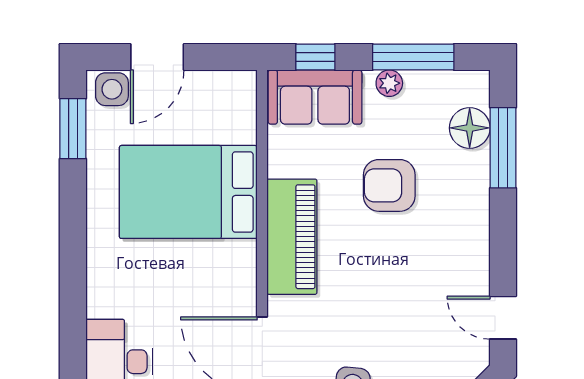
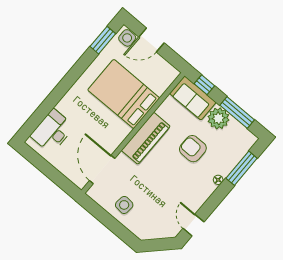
plant: (389, 83) -> (218, 118), width x1.87, depth x1.87
floor lamp: (470, 128) -> (218, 180), moved, width x0.53, depth x0.53

